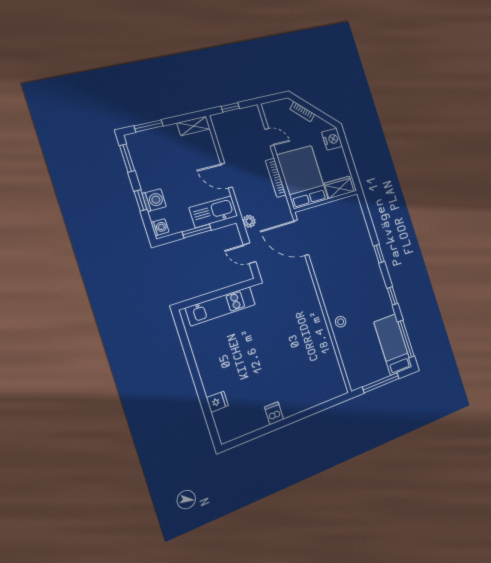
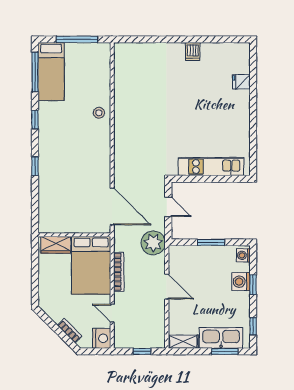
nightstand: (332, 139) -> (102, 338), moved, turned 180
window: (127, 158) -> (253, 326), width x0.67
kitchen sink: (213, 212) -> (221, 338), moved, turned 180
plant: (249, 221) -> (153, 243), width x1.87, depth x1.87

